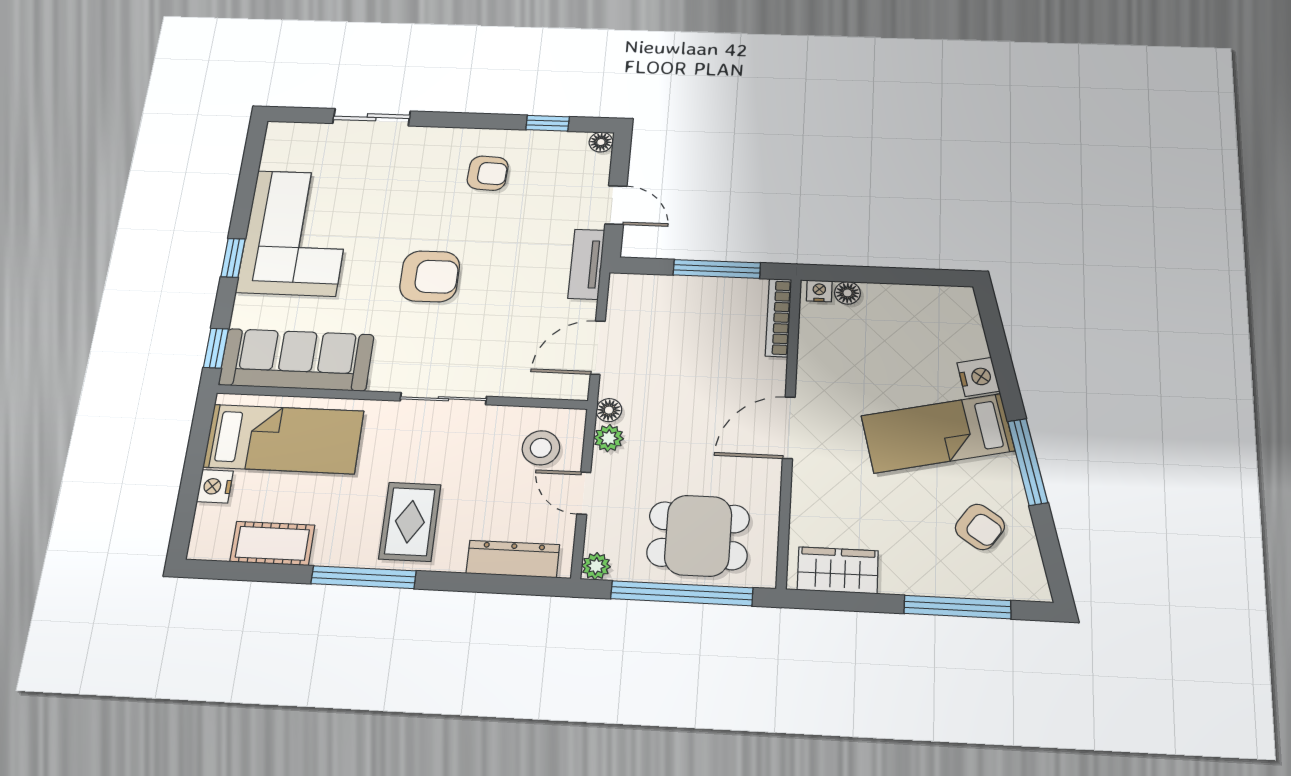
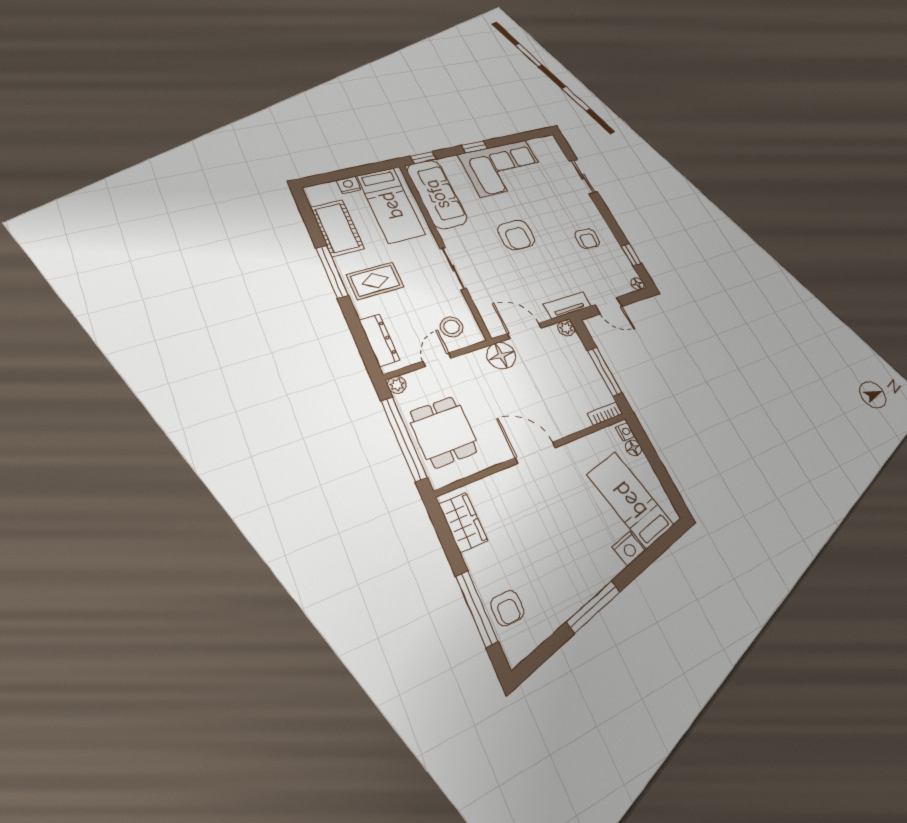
door: (616, 205) -> (608, 306), hinge flipped
bookcase: (779, 317) -> (605, 413), width x0.64
floor lamp: (609, 410) -> (501, 356), width x1.89, depth x1.89
bed: (938, 433) -> (630, 499), moved
plant: (609, 438) -> (566, 328), moved
armchair: (980, 527) -> (507, 608), moved, turned -35
cot: (272, 543) -> (337, 228), width x1.37, depth x1.34

